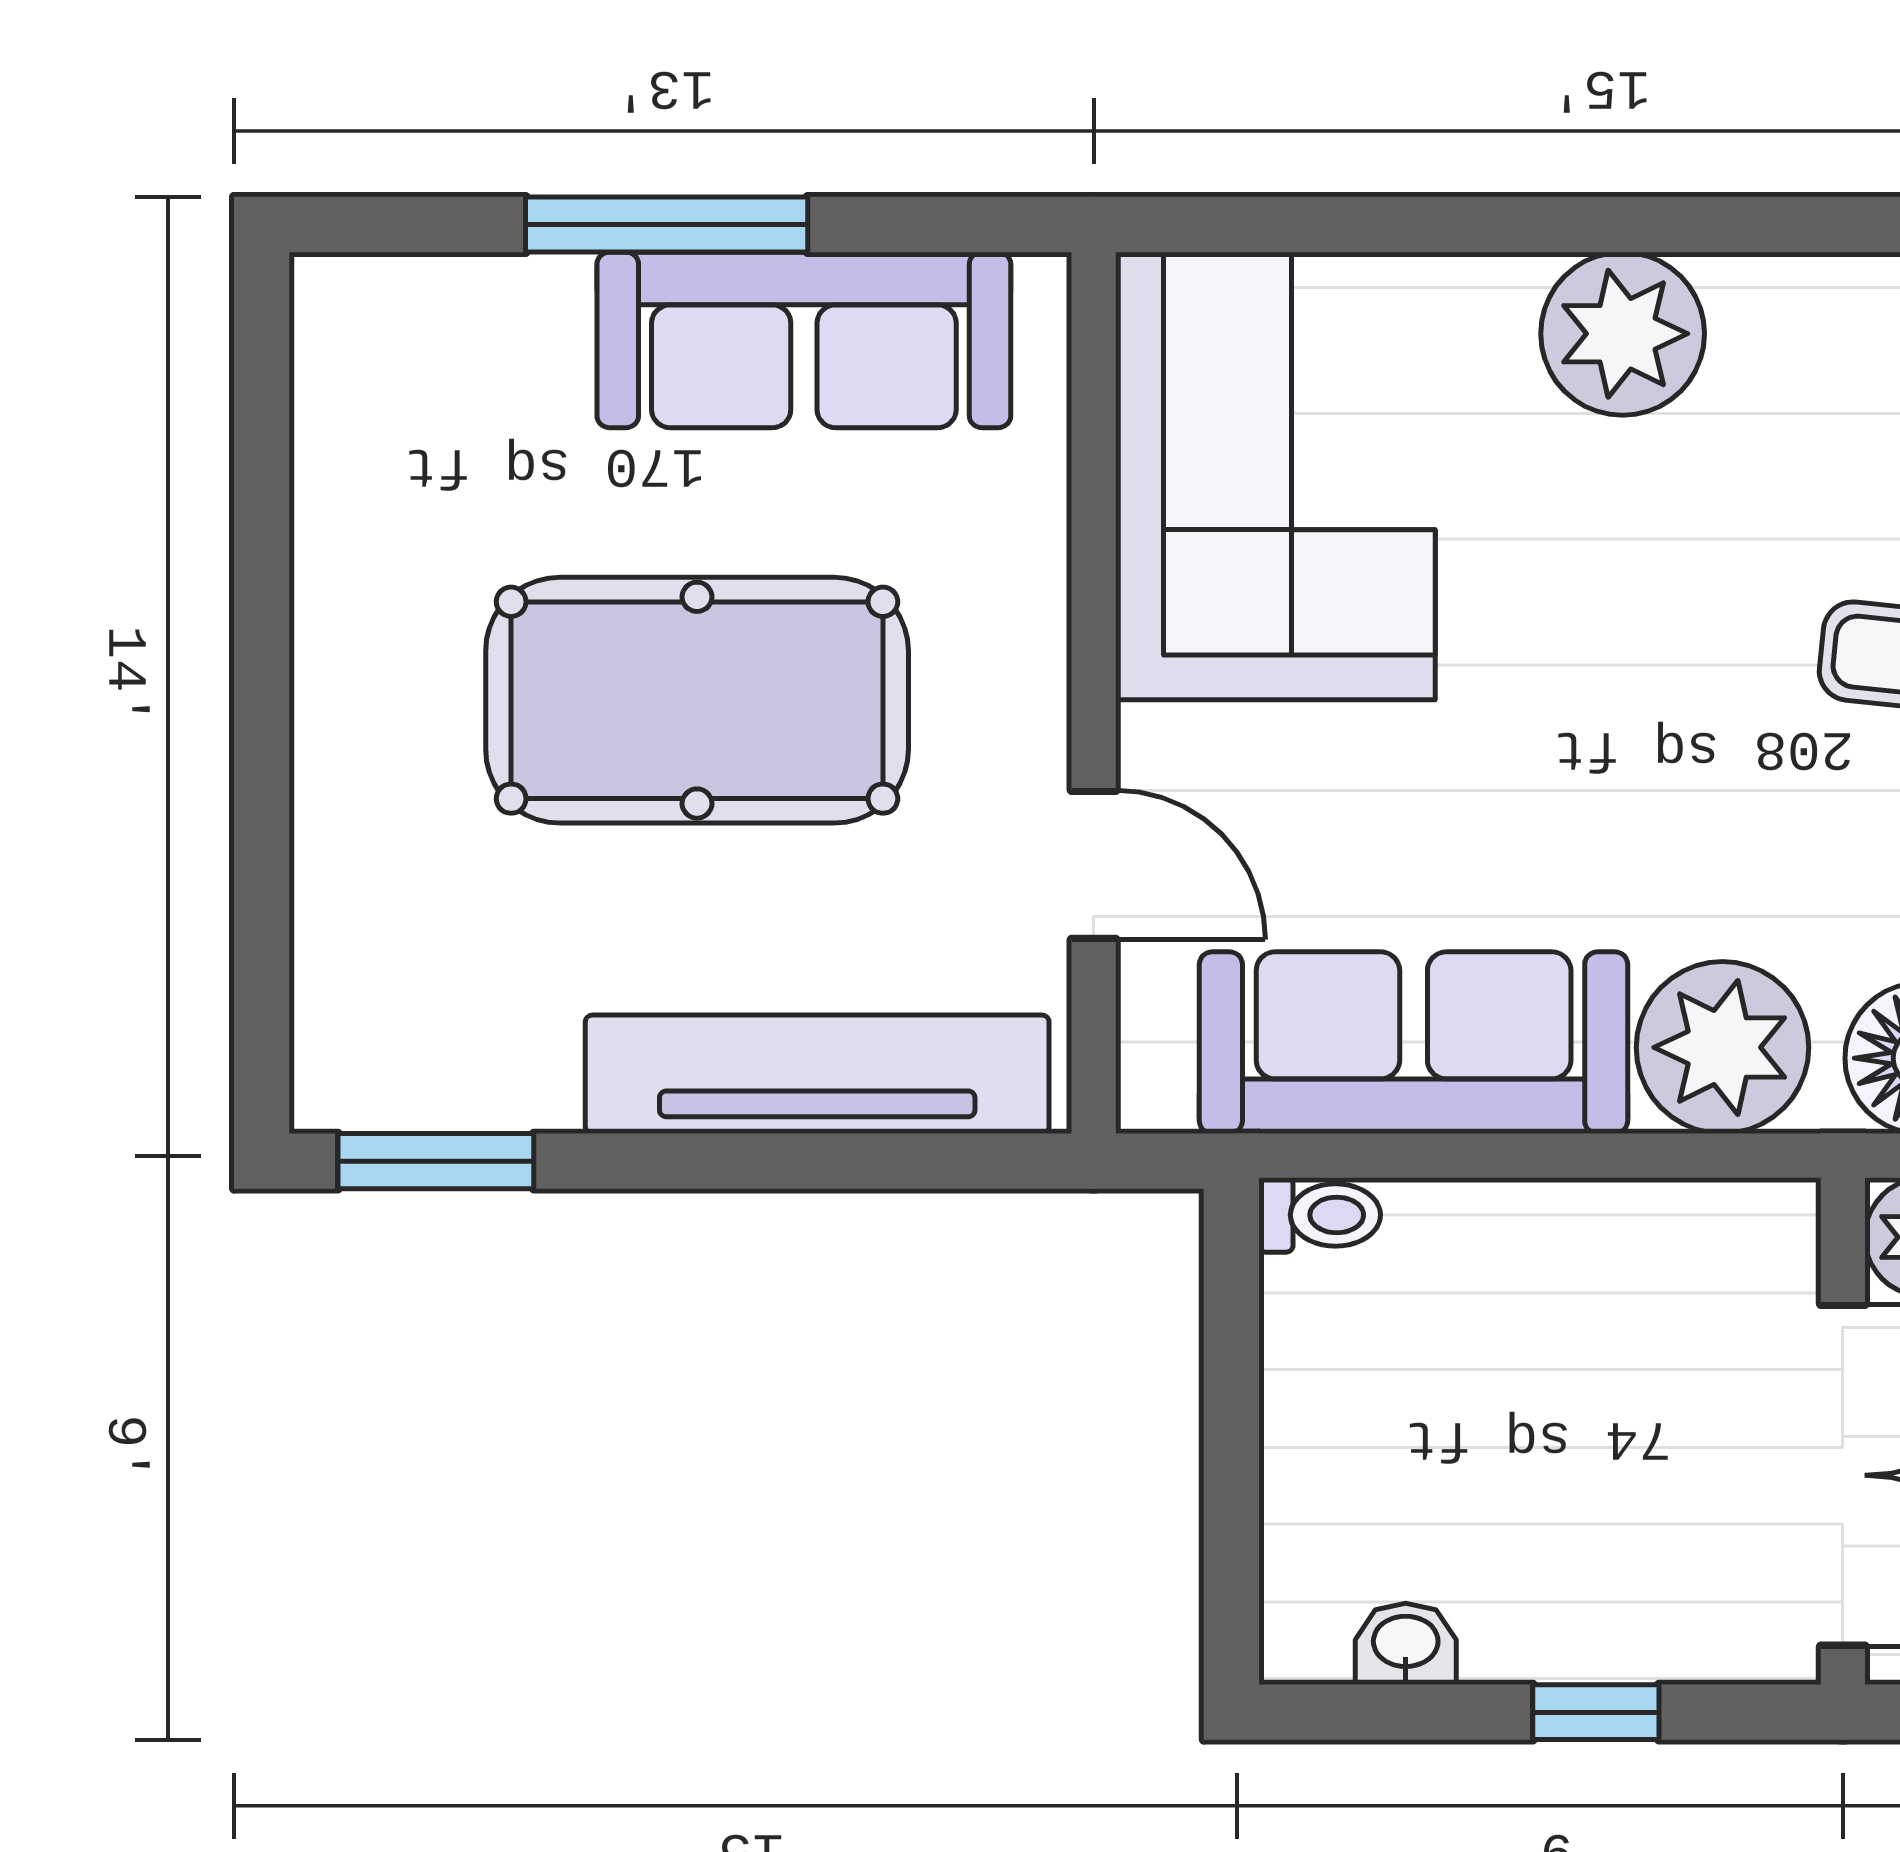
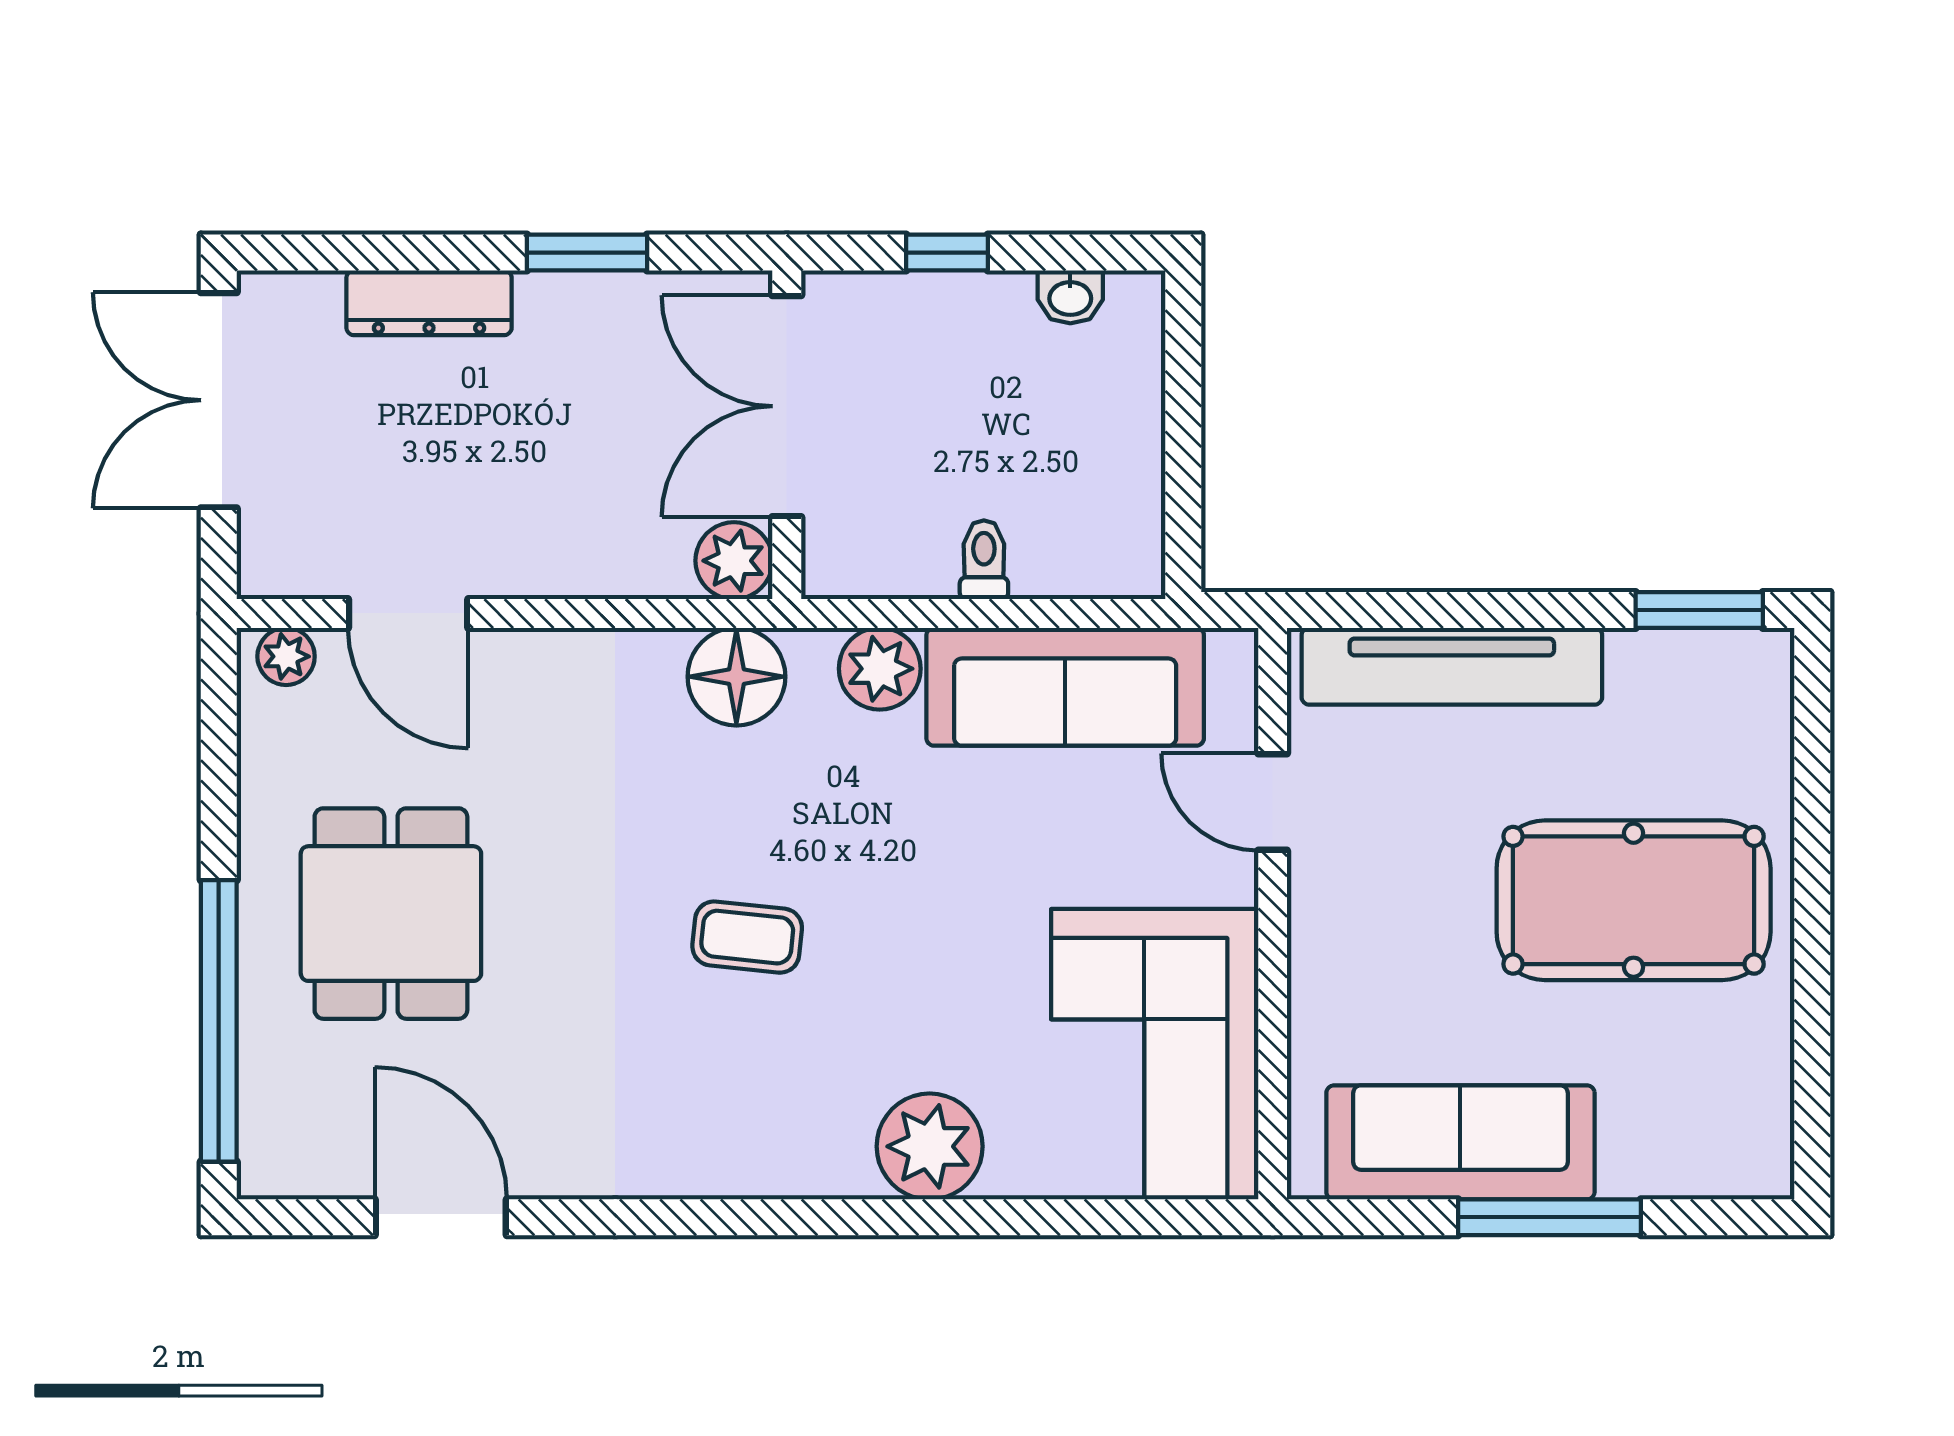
pool table: (697, 700) -> (1634, 900), moved
plant: (1722, 1047) -> (880, 669), width x0.73, depth x0.73
toilet: (1320, 1215) -> (984, 560), moved, turned 90

